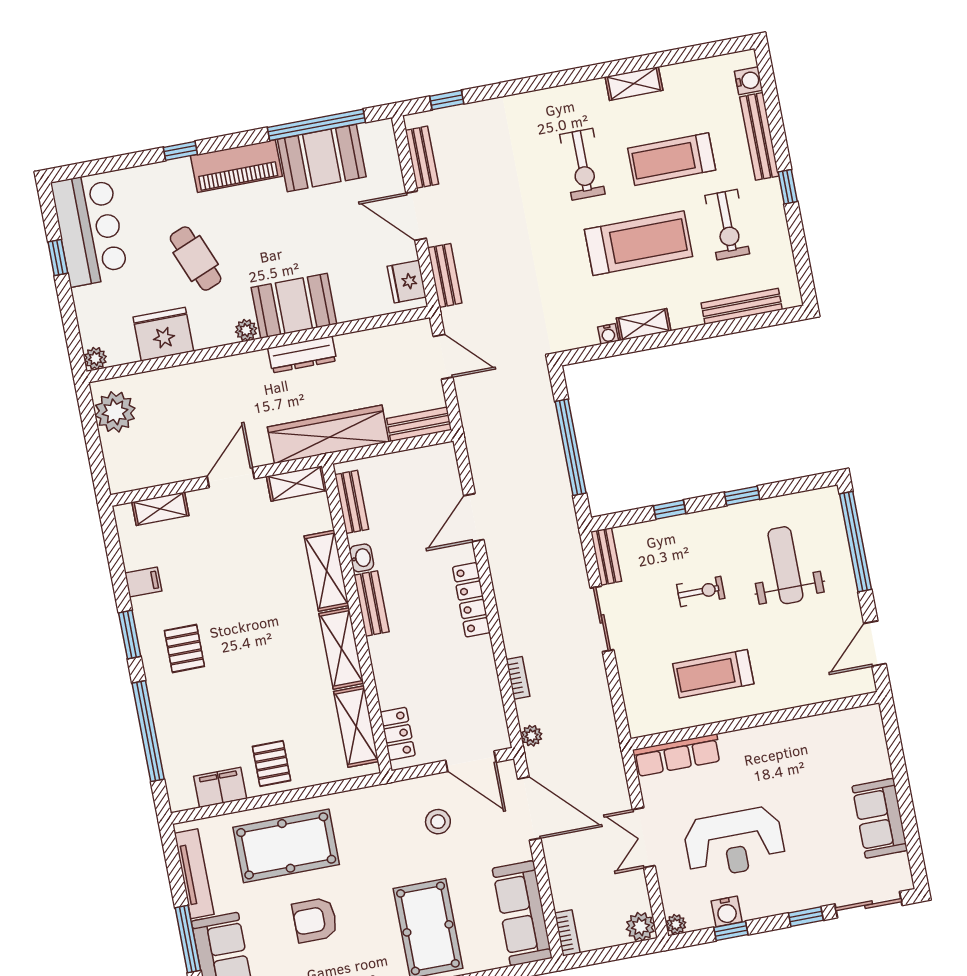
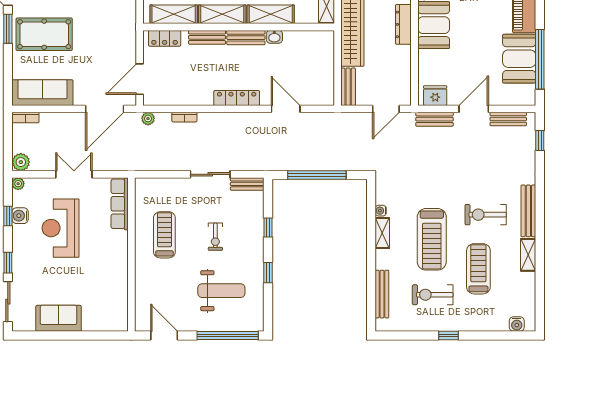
bench: (759, 136) -> (528, 211), moved, turned 90
bench: (352, 502) -> (207, 37), moved
stool: (438, 822) -> (107, 52), removed

